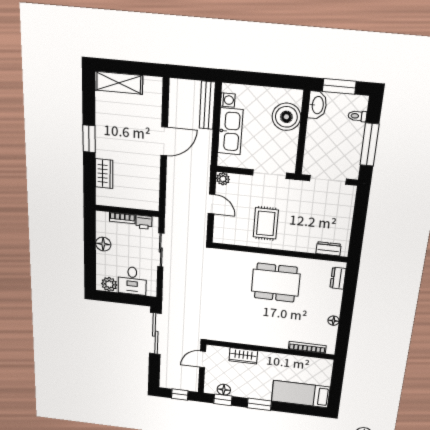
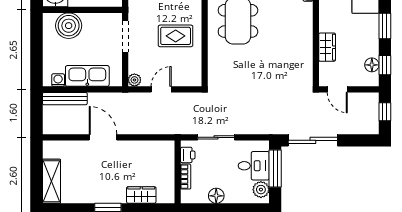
window: (129, 299) -> (275, 168), added

